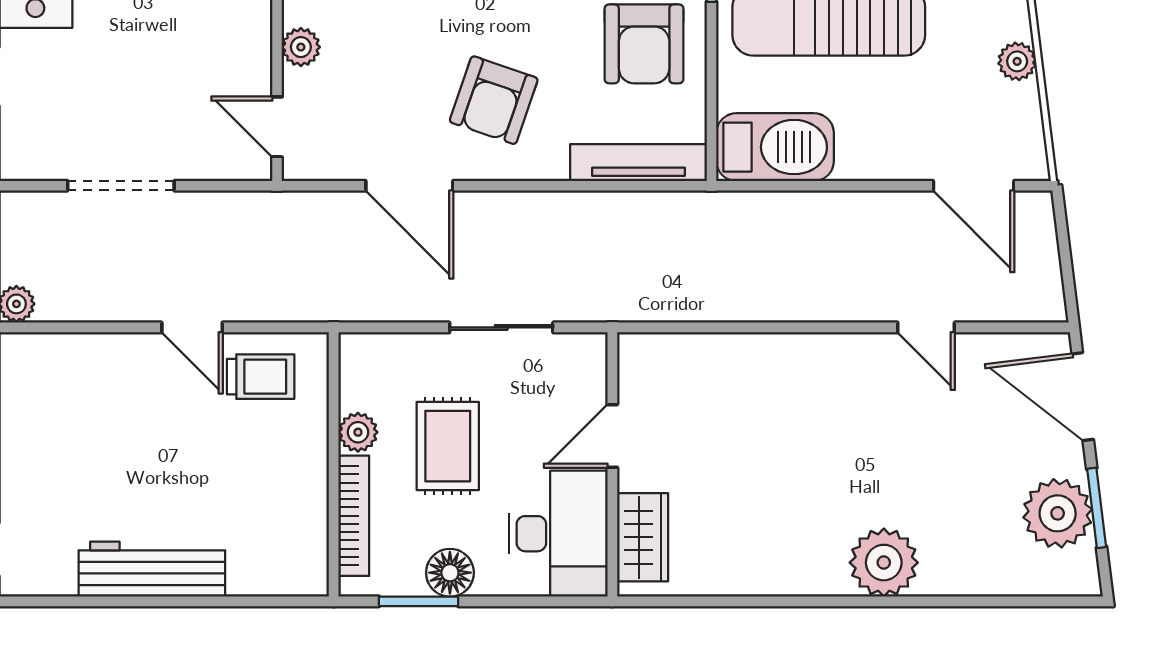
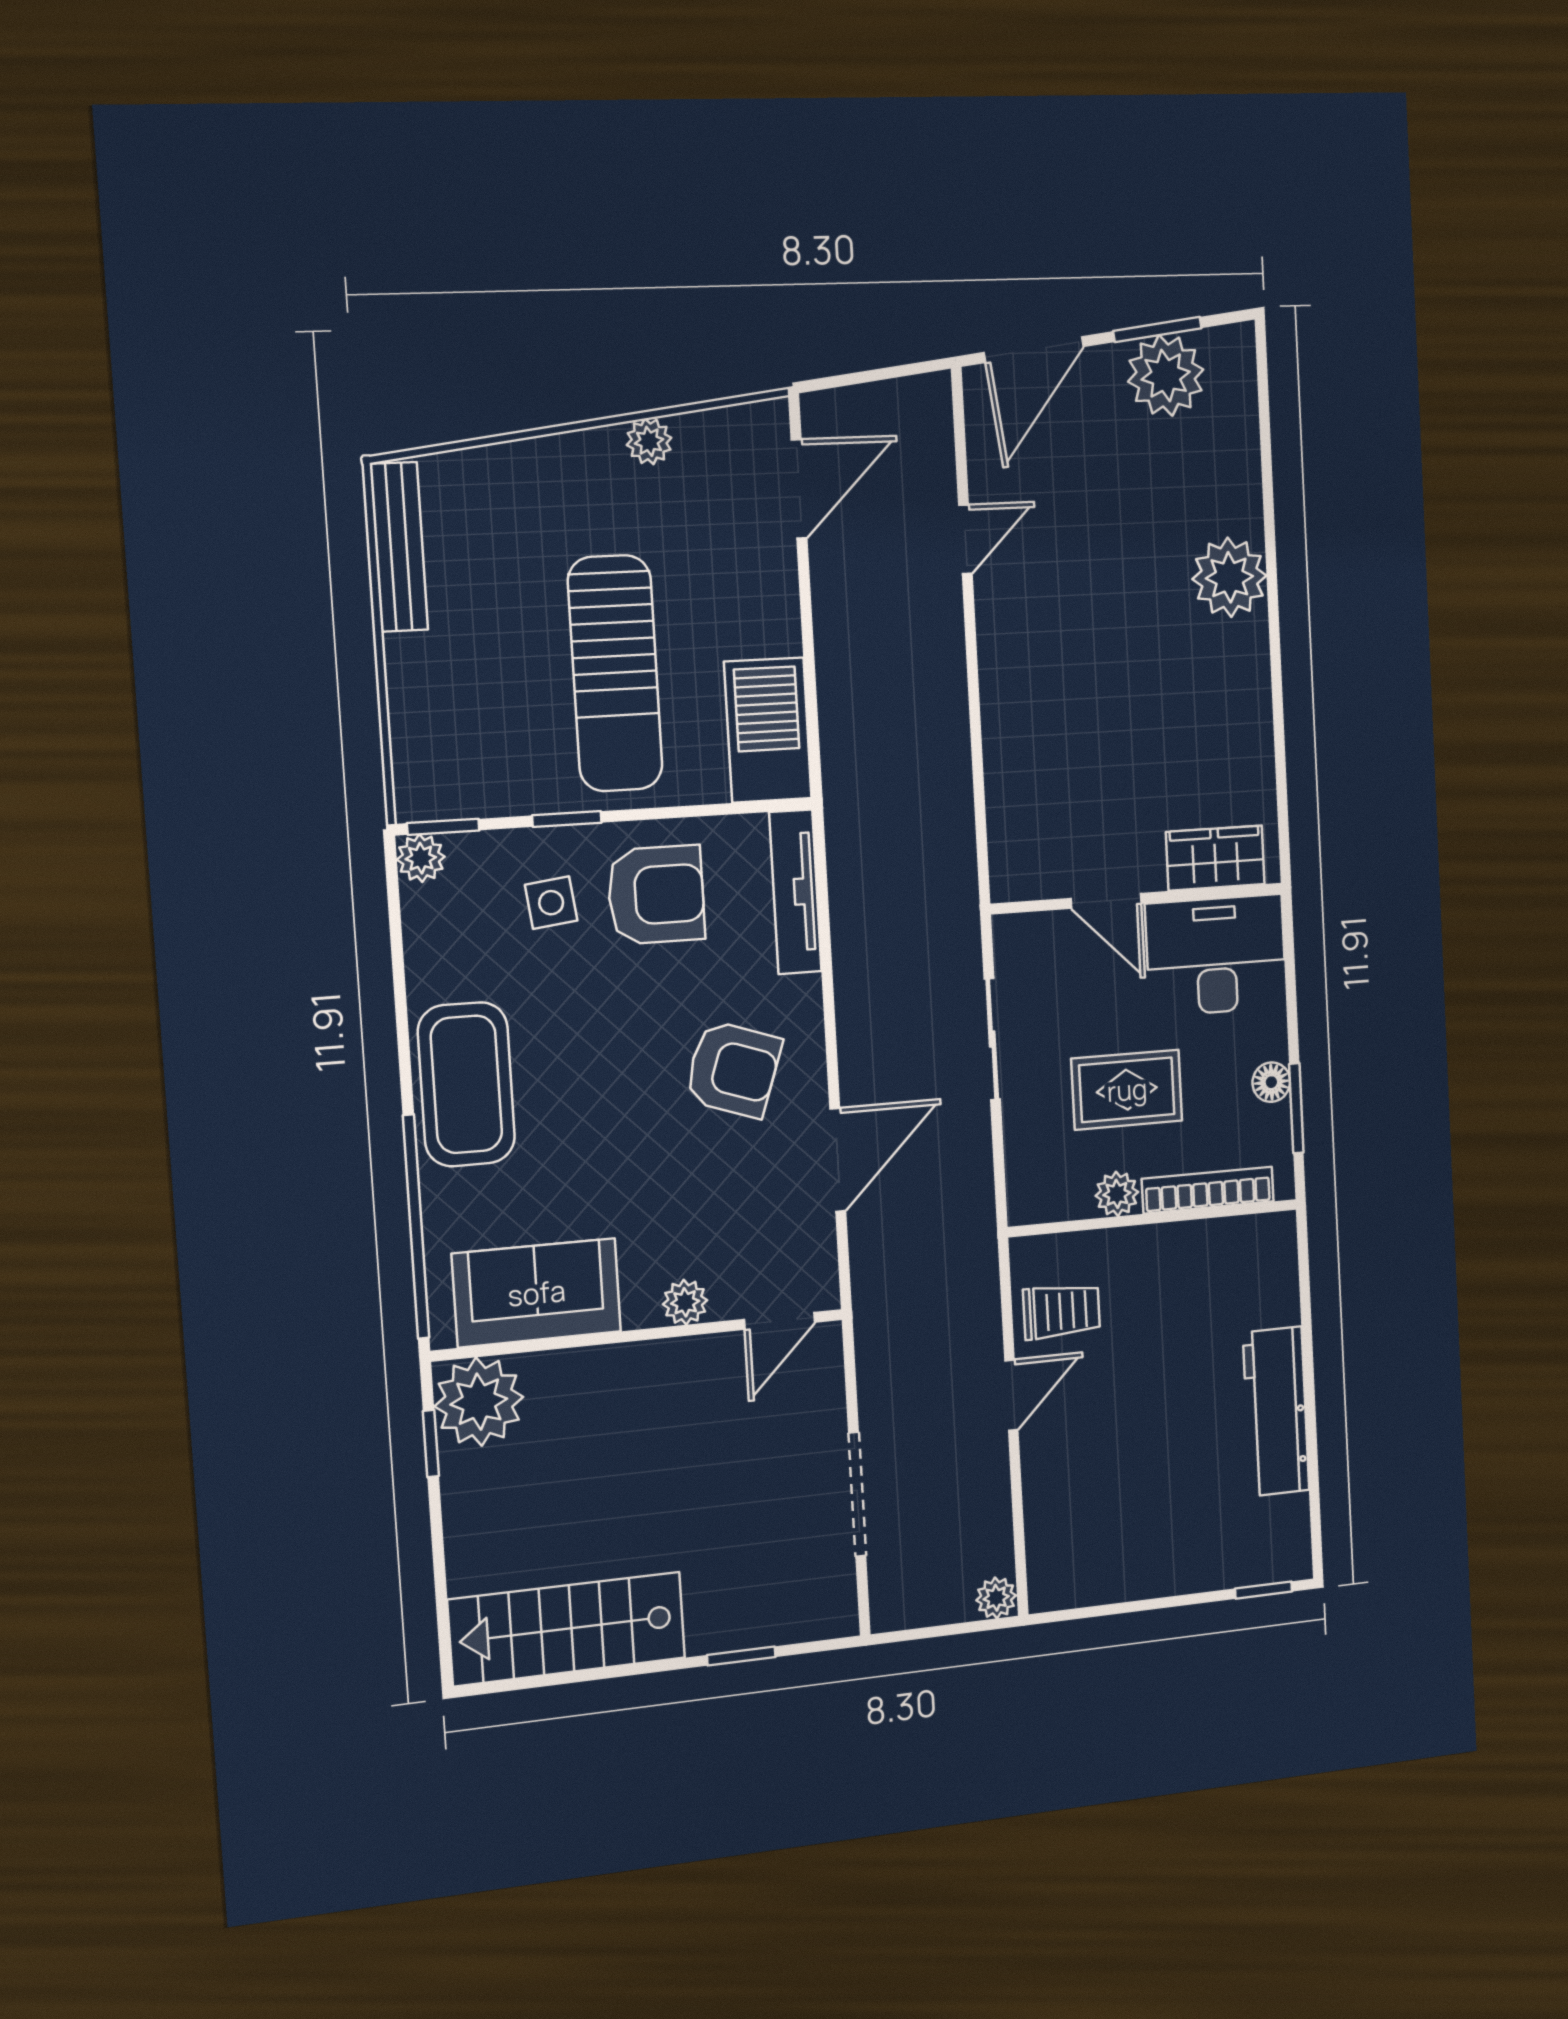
trolley: (261, 377) -> (1062, 1311), turned 90
floor lamp: (450, 573) -> (1271, 1082), width x0.73, depth x0.73

